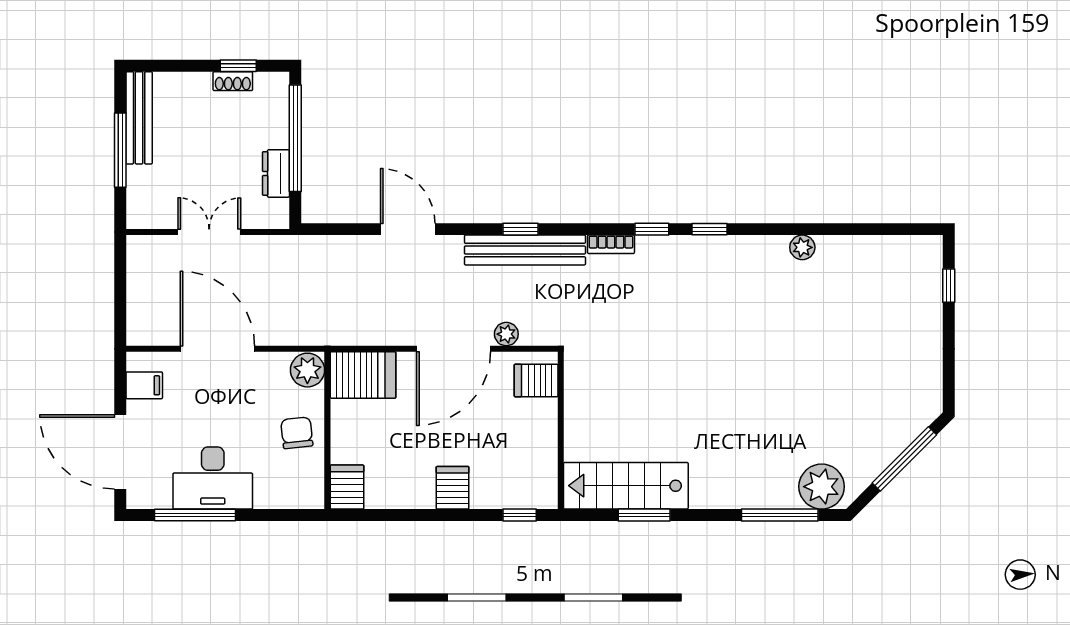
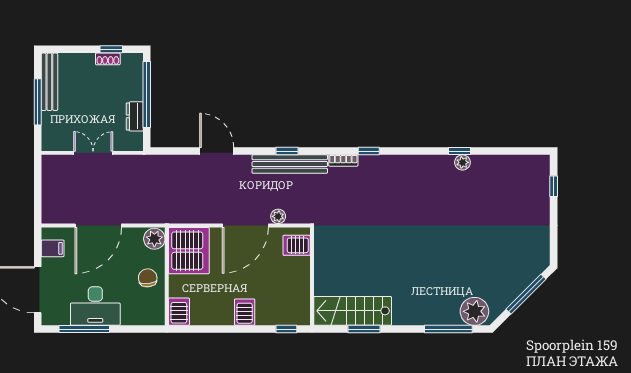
window: (709, 229) -> (460, 151), moved
door: (217, 349) -> (98, 226), swing flipped
server rack: (363, 375) -> (189, 251), width x1.60

